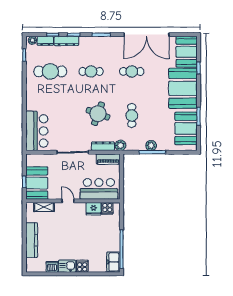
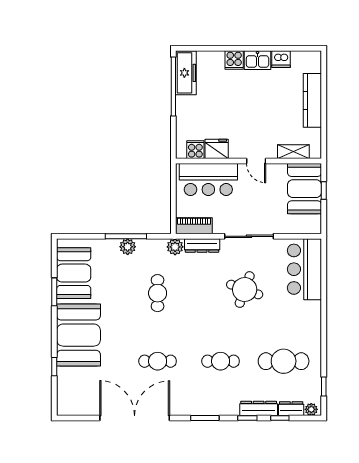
booth: (187, 52) -> (73, 392), removed
round table: (98, 114) -> (245, 290), moved
freezer: (113, 262) -> (186, 73), width x1.40

